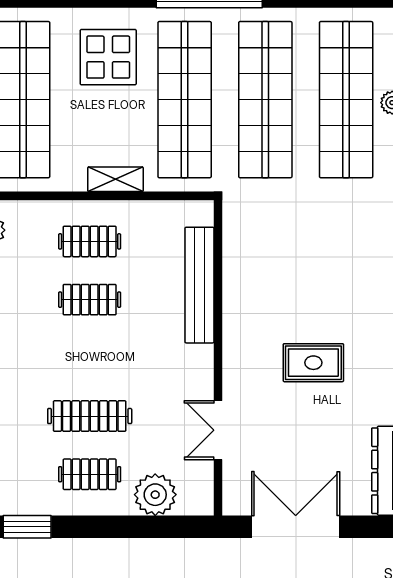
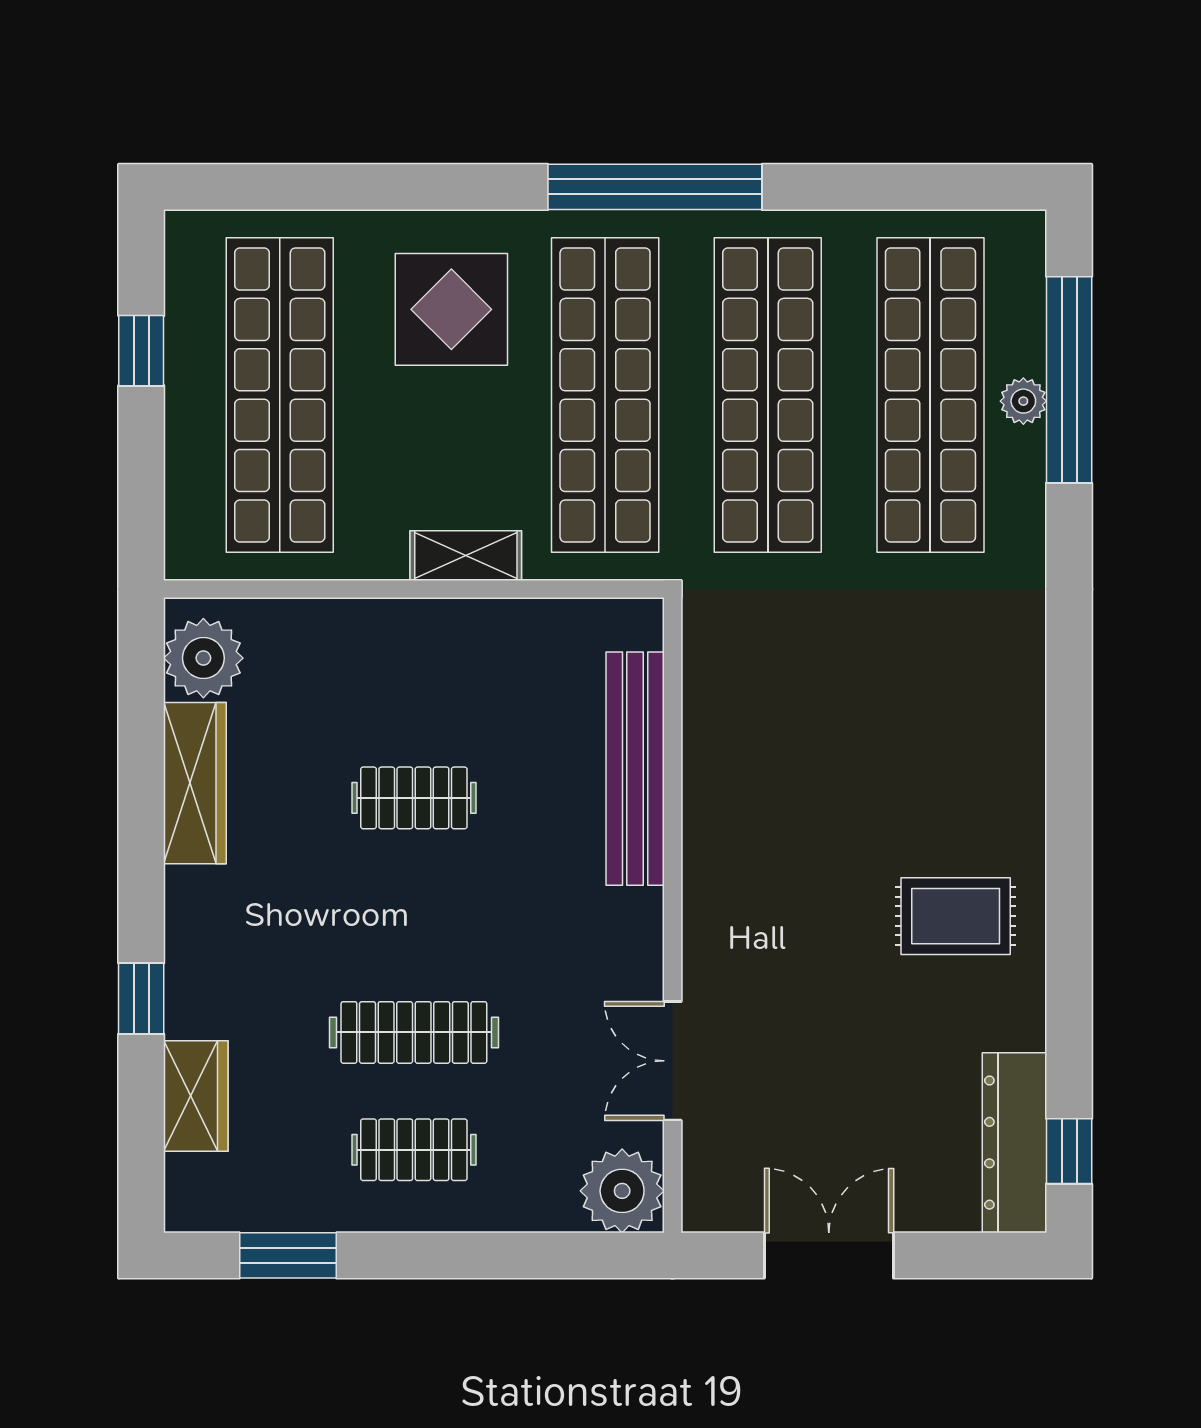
clothes rail: (90, 241) -> (414, 681), removed
rug: (313, 363) -> (956, 916), moved
plant: (155, 495) -> (622, 1191), moved
double door: (296, 527) -> (829, 1255), width x0.73

